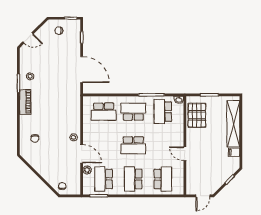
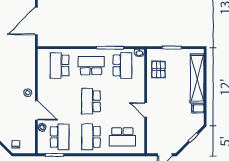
door: (82, 70) -> (36, 21), swing flipped
school desk: (104, 112) -> (60, 66), turned 90
school desk: (163, 112) -> (122, 66), turned 180
pallet: (197, 115) -> (159, 69), width x0.67, depth x0.71
school desk: (133, 145) -> (91, 101), turned 90
school desk: (104, 179) -> (60, 137), turned 180
school desk: (163, 179) -> (122, 137), turned 90

